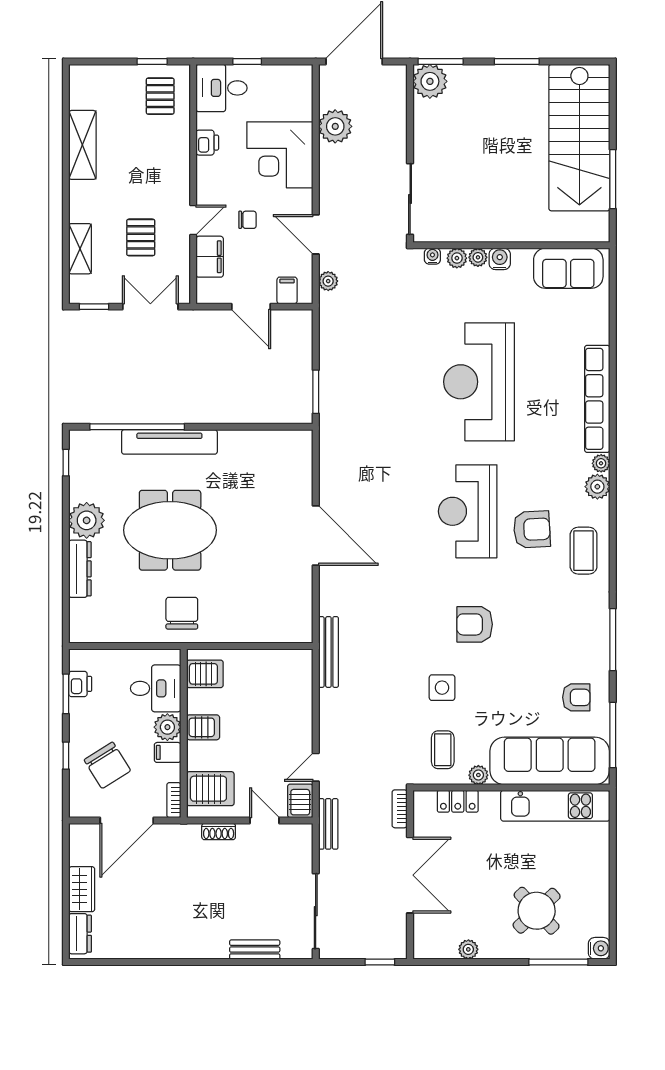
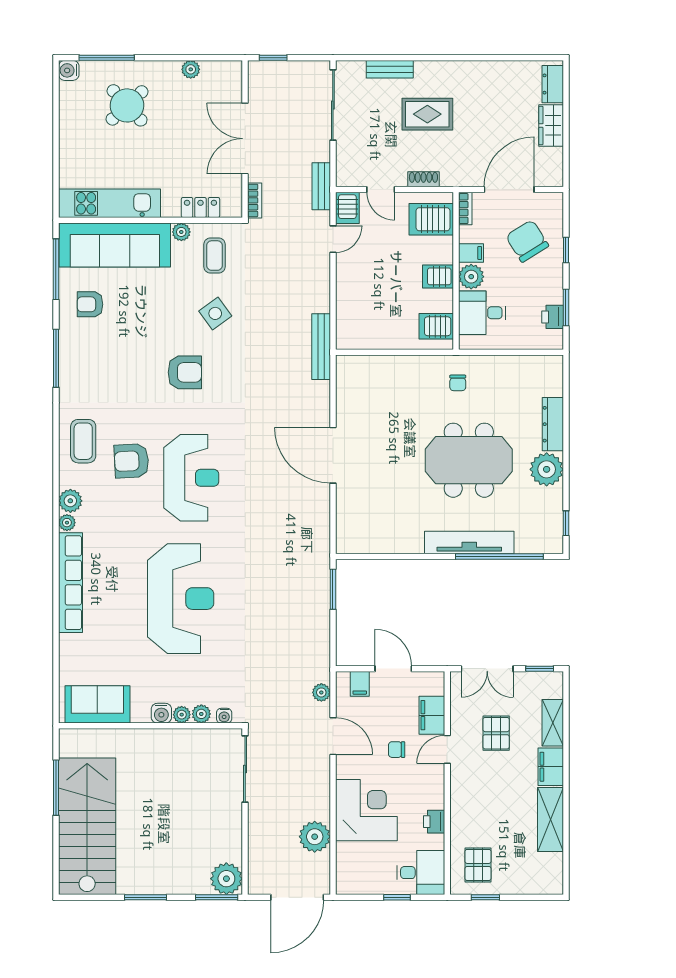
filing cabinet: (82, 201) -> (551, 767), added
chair: (182, 613) -> (458, 383), width x0.54, depth x0.54
side table: (442, 688) -> (215, 313), turned -36
rug: (214, 901) -> (427, 114), added

